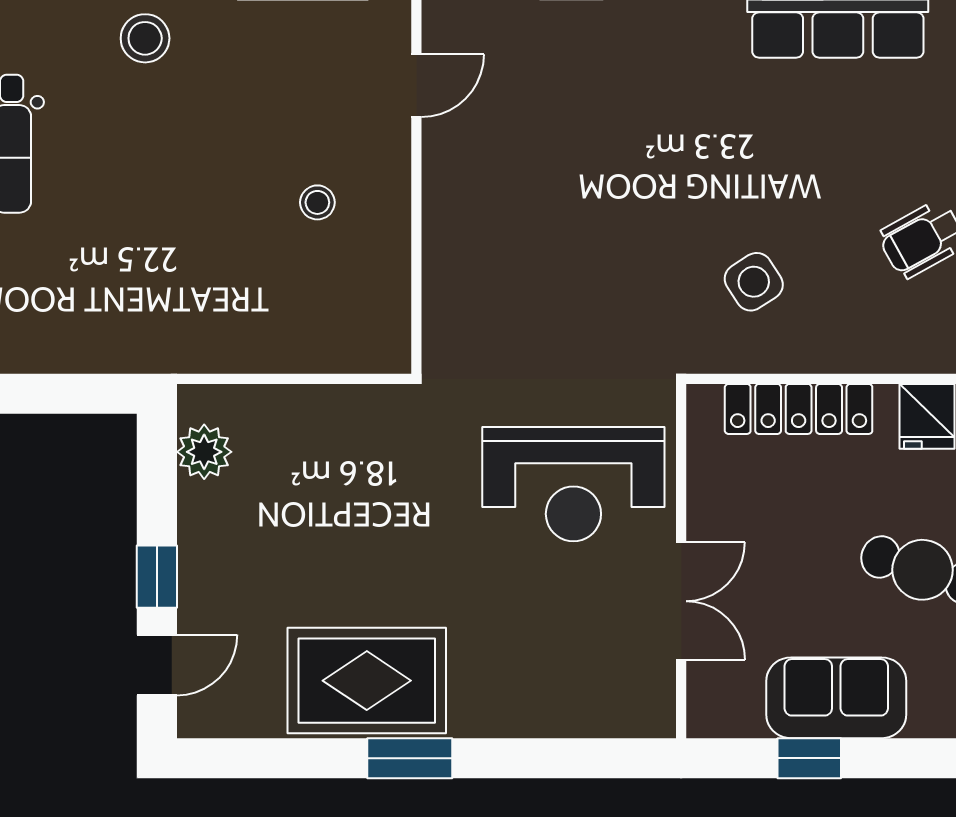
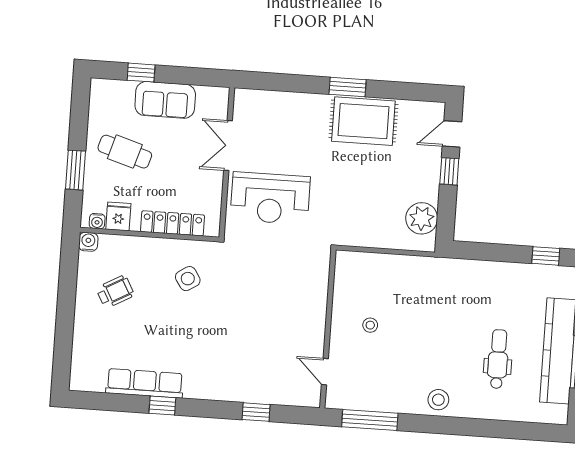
door: (416, 86) -> (325, 372), hinge flipped
plant: (204, 452) -> (422, 218), width x1.36, depth x1.36
reception desk: (573, 484) -> (270, 198), turned 180
window: (809, 758) -> (141, 73), moved

